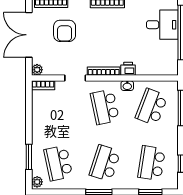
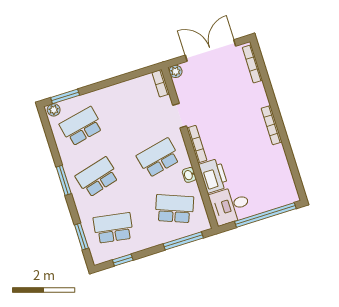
desk: (162, 25) -> (230, 205), moved, turned 90
armchair: (65, 31) -> (227, 88), removed
printer: (128, 69) -> (213, 176), width x1.87, depth x1.48
window: (29, 157) -> (65, 96), moved
school desk: (105, 163) -> (97, 177), turned -33

